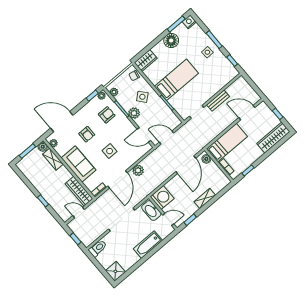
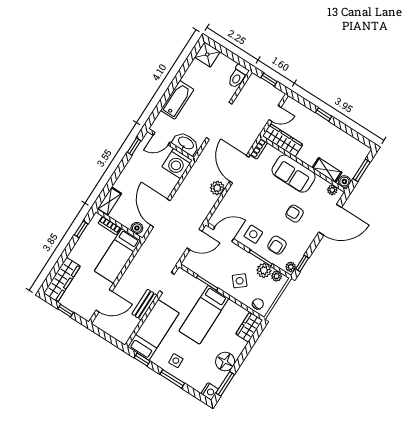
bed: (217, 80) -> (153, 330), added
plant: (134, 113) -> (264, 270), moved
side table: (110, 151) -> (253, 234), moved
shelving: (205, 198) -> (109, 201), moved

